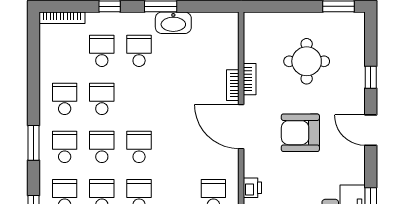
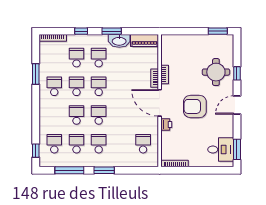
piano: (216, 22) -> (144, 41), added
round table: (307, 61) -> (216, 72), moved
door: (371, 130) -> (237, 105), hinge flipped
window: (34, 143) -> (36, 74), moved
school desk: (65, 147) -> (99, 86), moved
printer: (252, 188) -> (166, 125), moved

